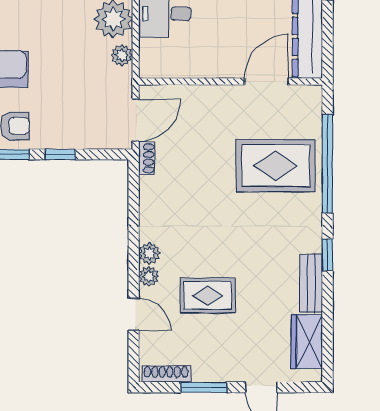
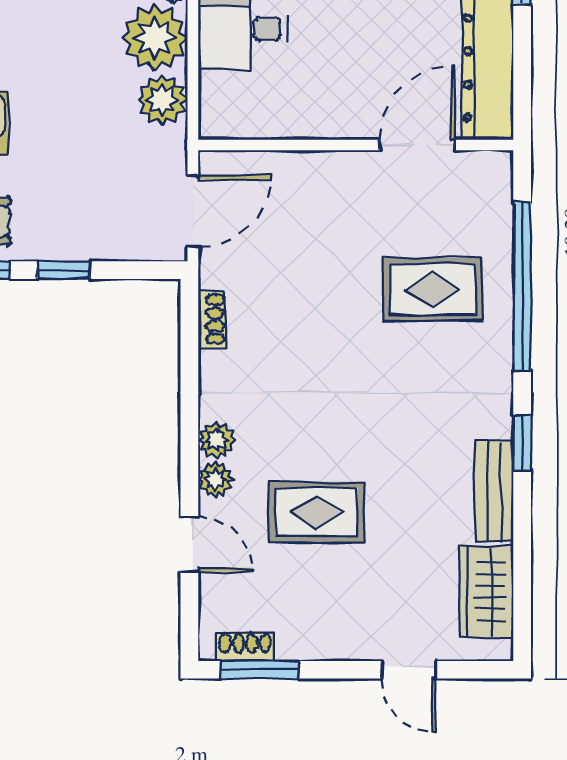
plant: (122, 55) -> (162, 100), width x1.38, depth x1.38
shoe rack: (147, 158) -> (212, 319), moved
rug: (276, 166) -> (433, 289), width x0.73, depth x0.70
shoe rack: (166, 374) -> (245, 647), width x0.70
window: (204, 387) -> (259, 670), moved

